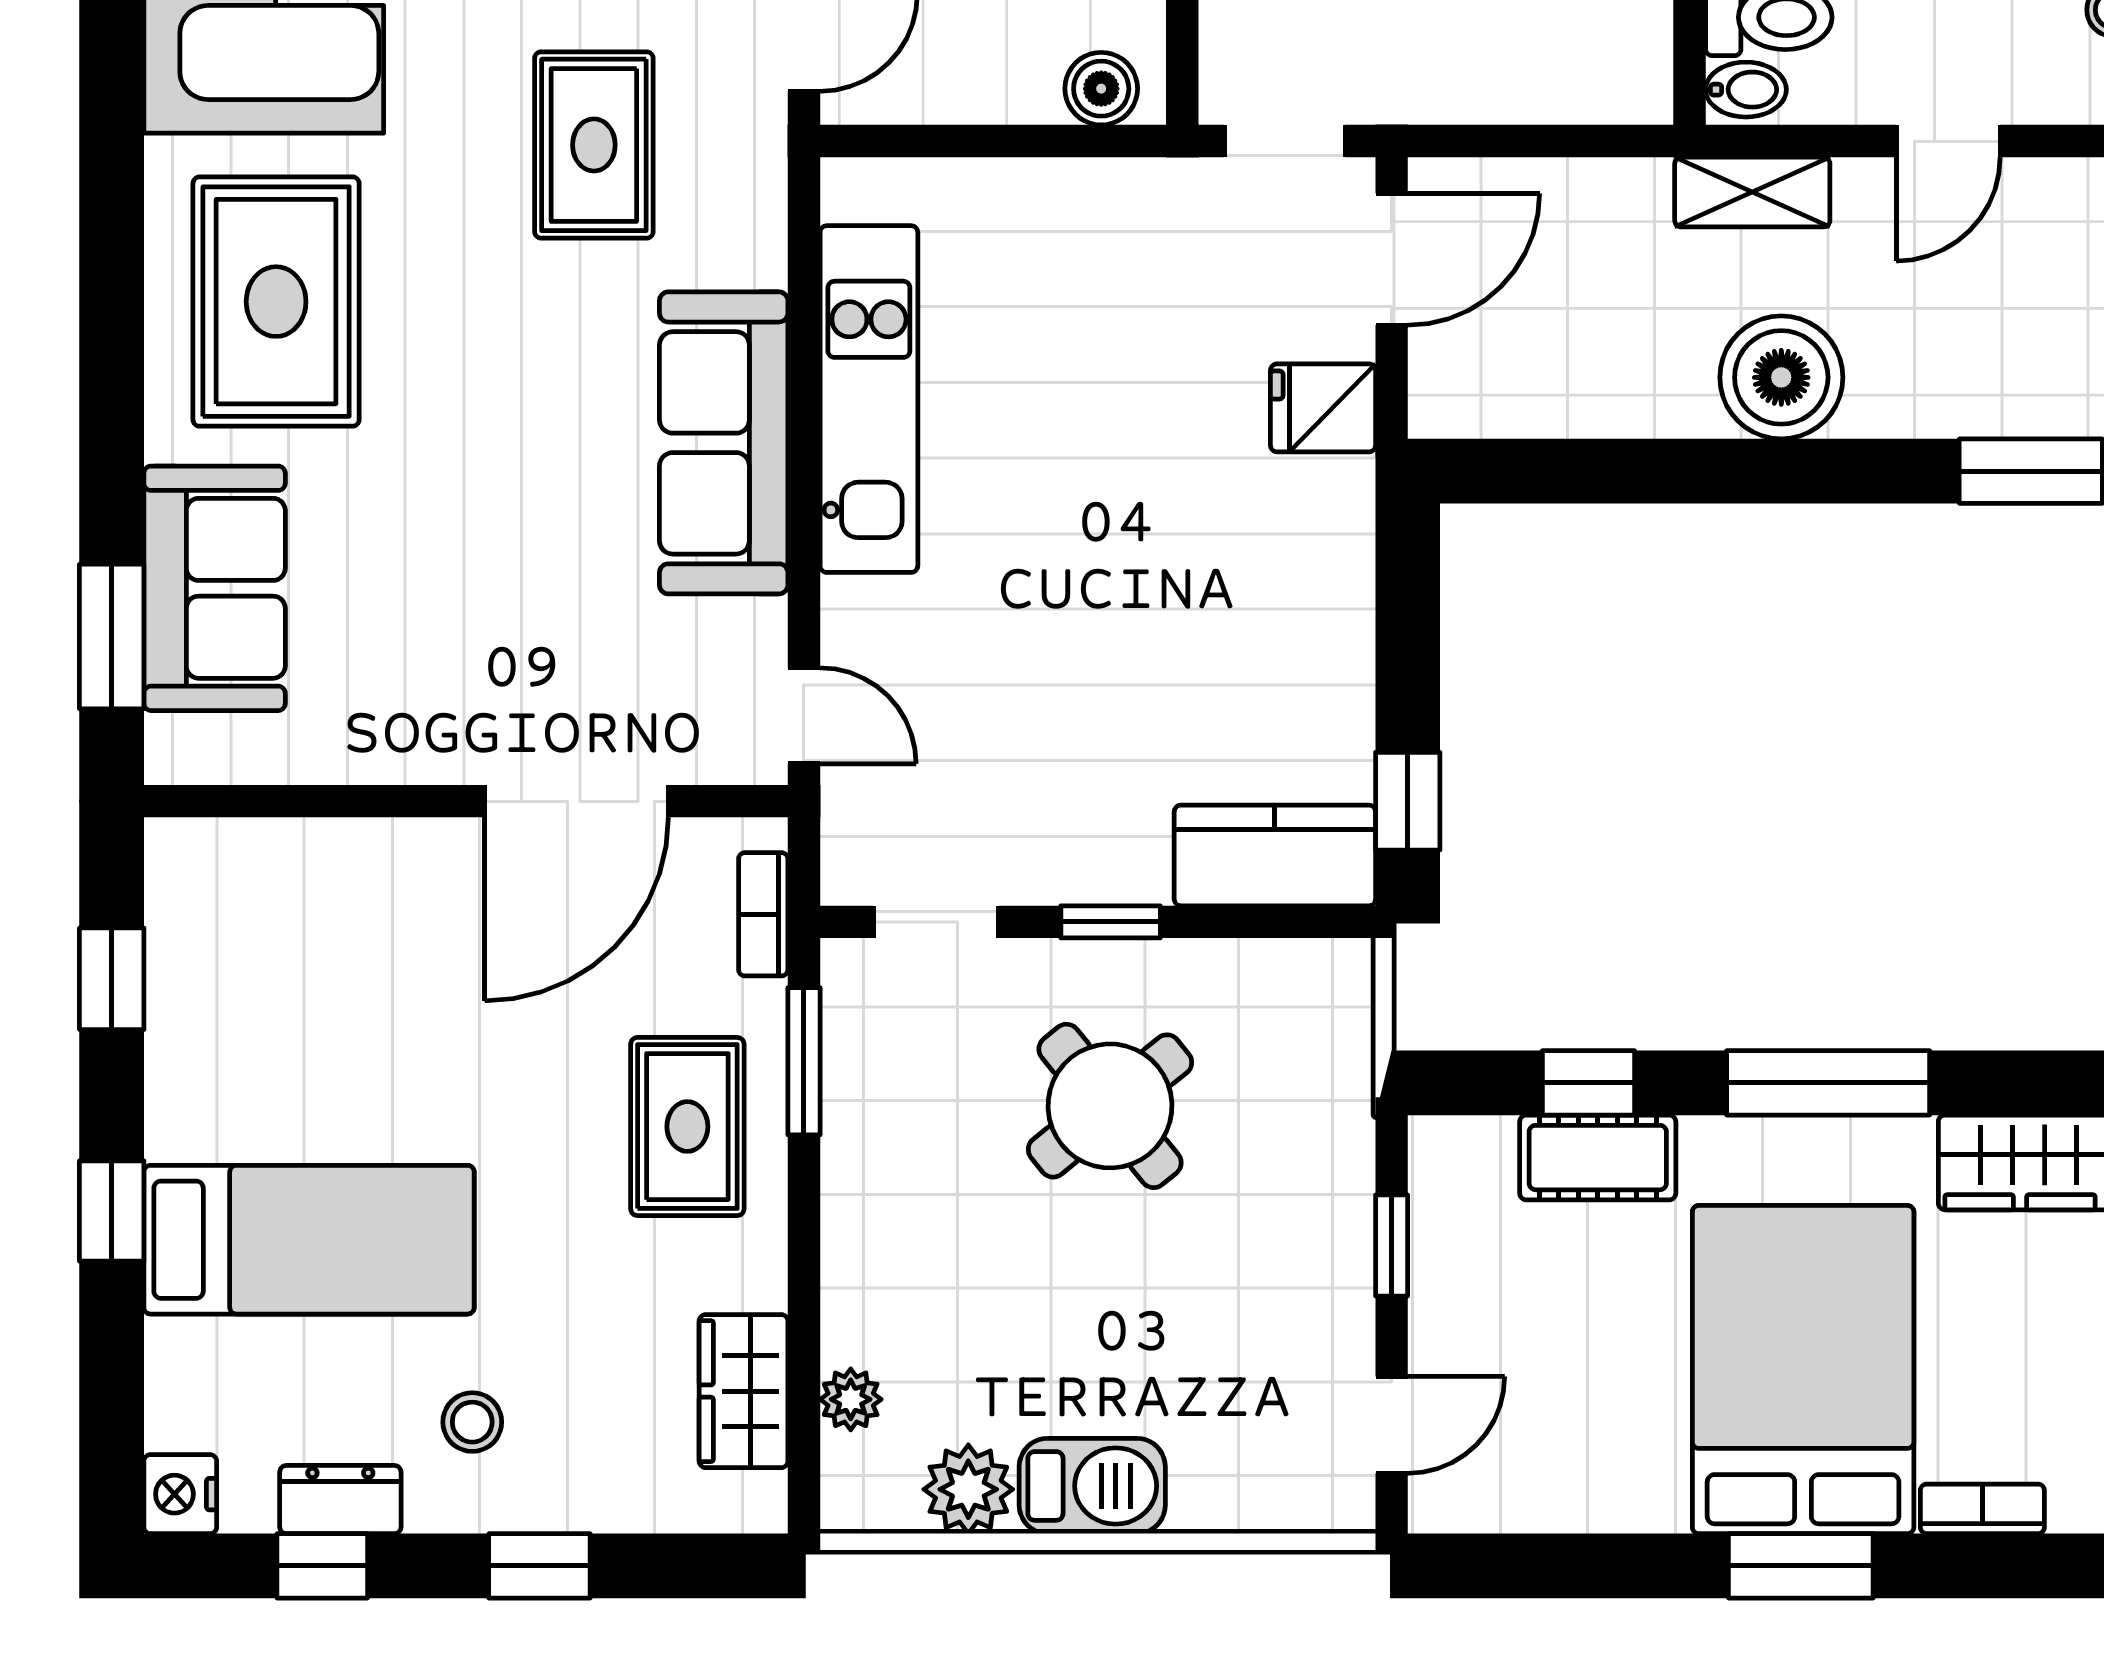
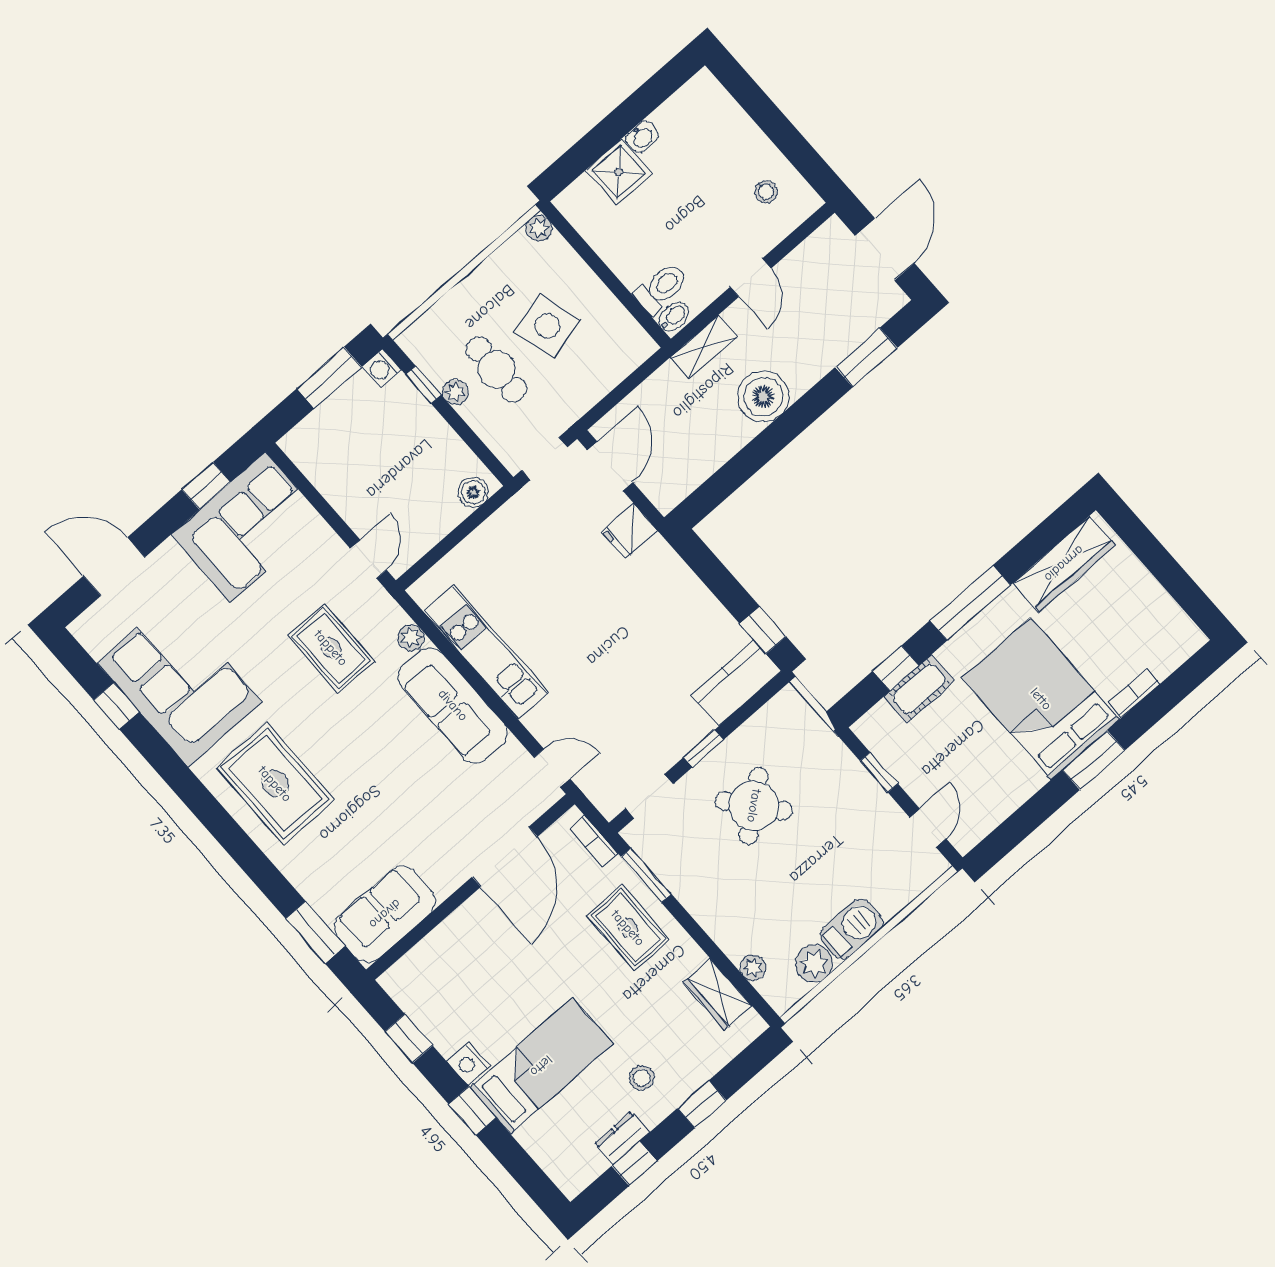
plant: (756, 254) -> (411, 638), added
sofa: (215, 588) -> (385, 914), moved, turned -90
nightstand: (180, 1494) -> (468, 1064), moved

